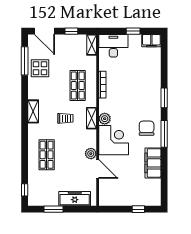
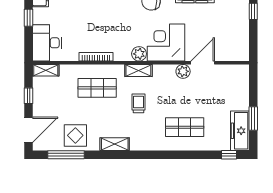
shelving: (33, 111) -> (115, 144), moved
freezer: (75, 199) -> (240, 131), moved

